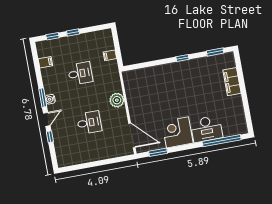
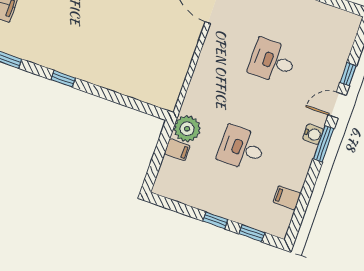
plant: (117, 100) -> (187, 129), moved

